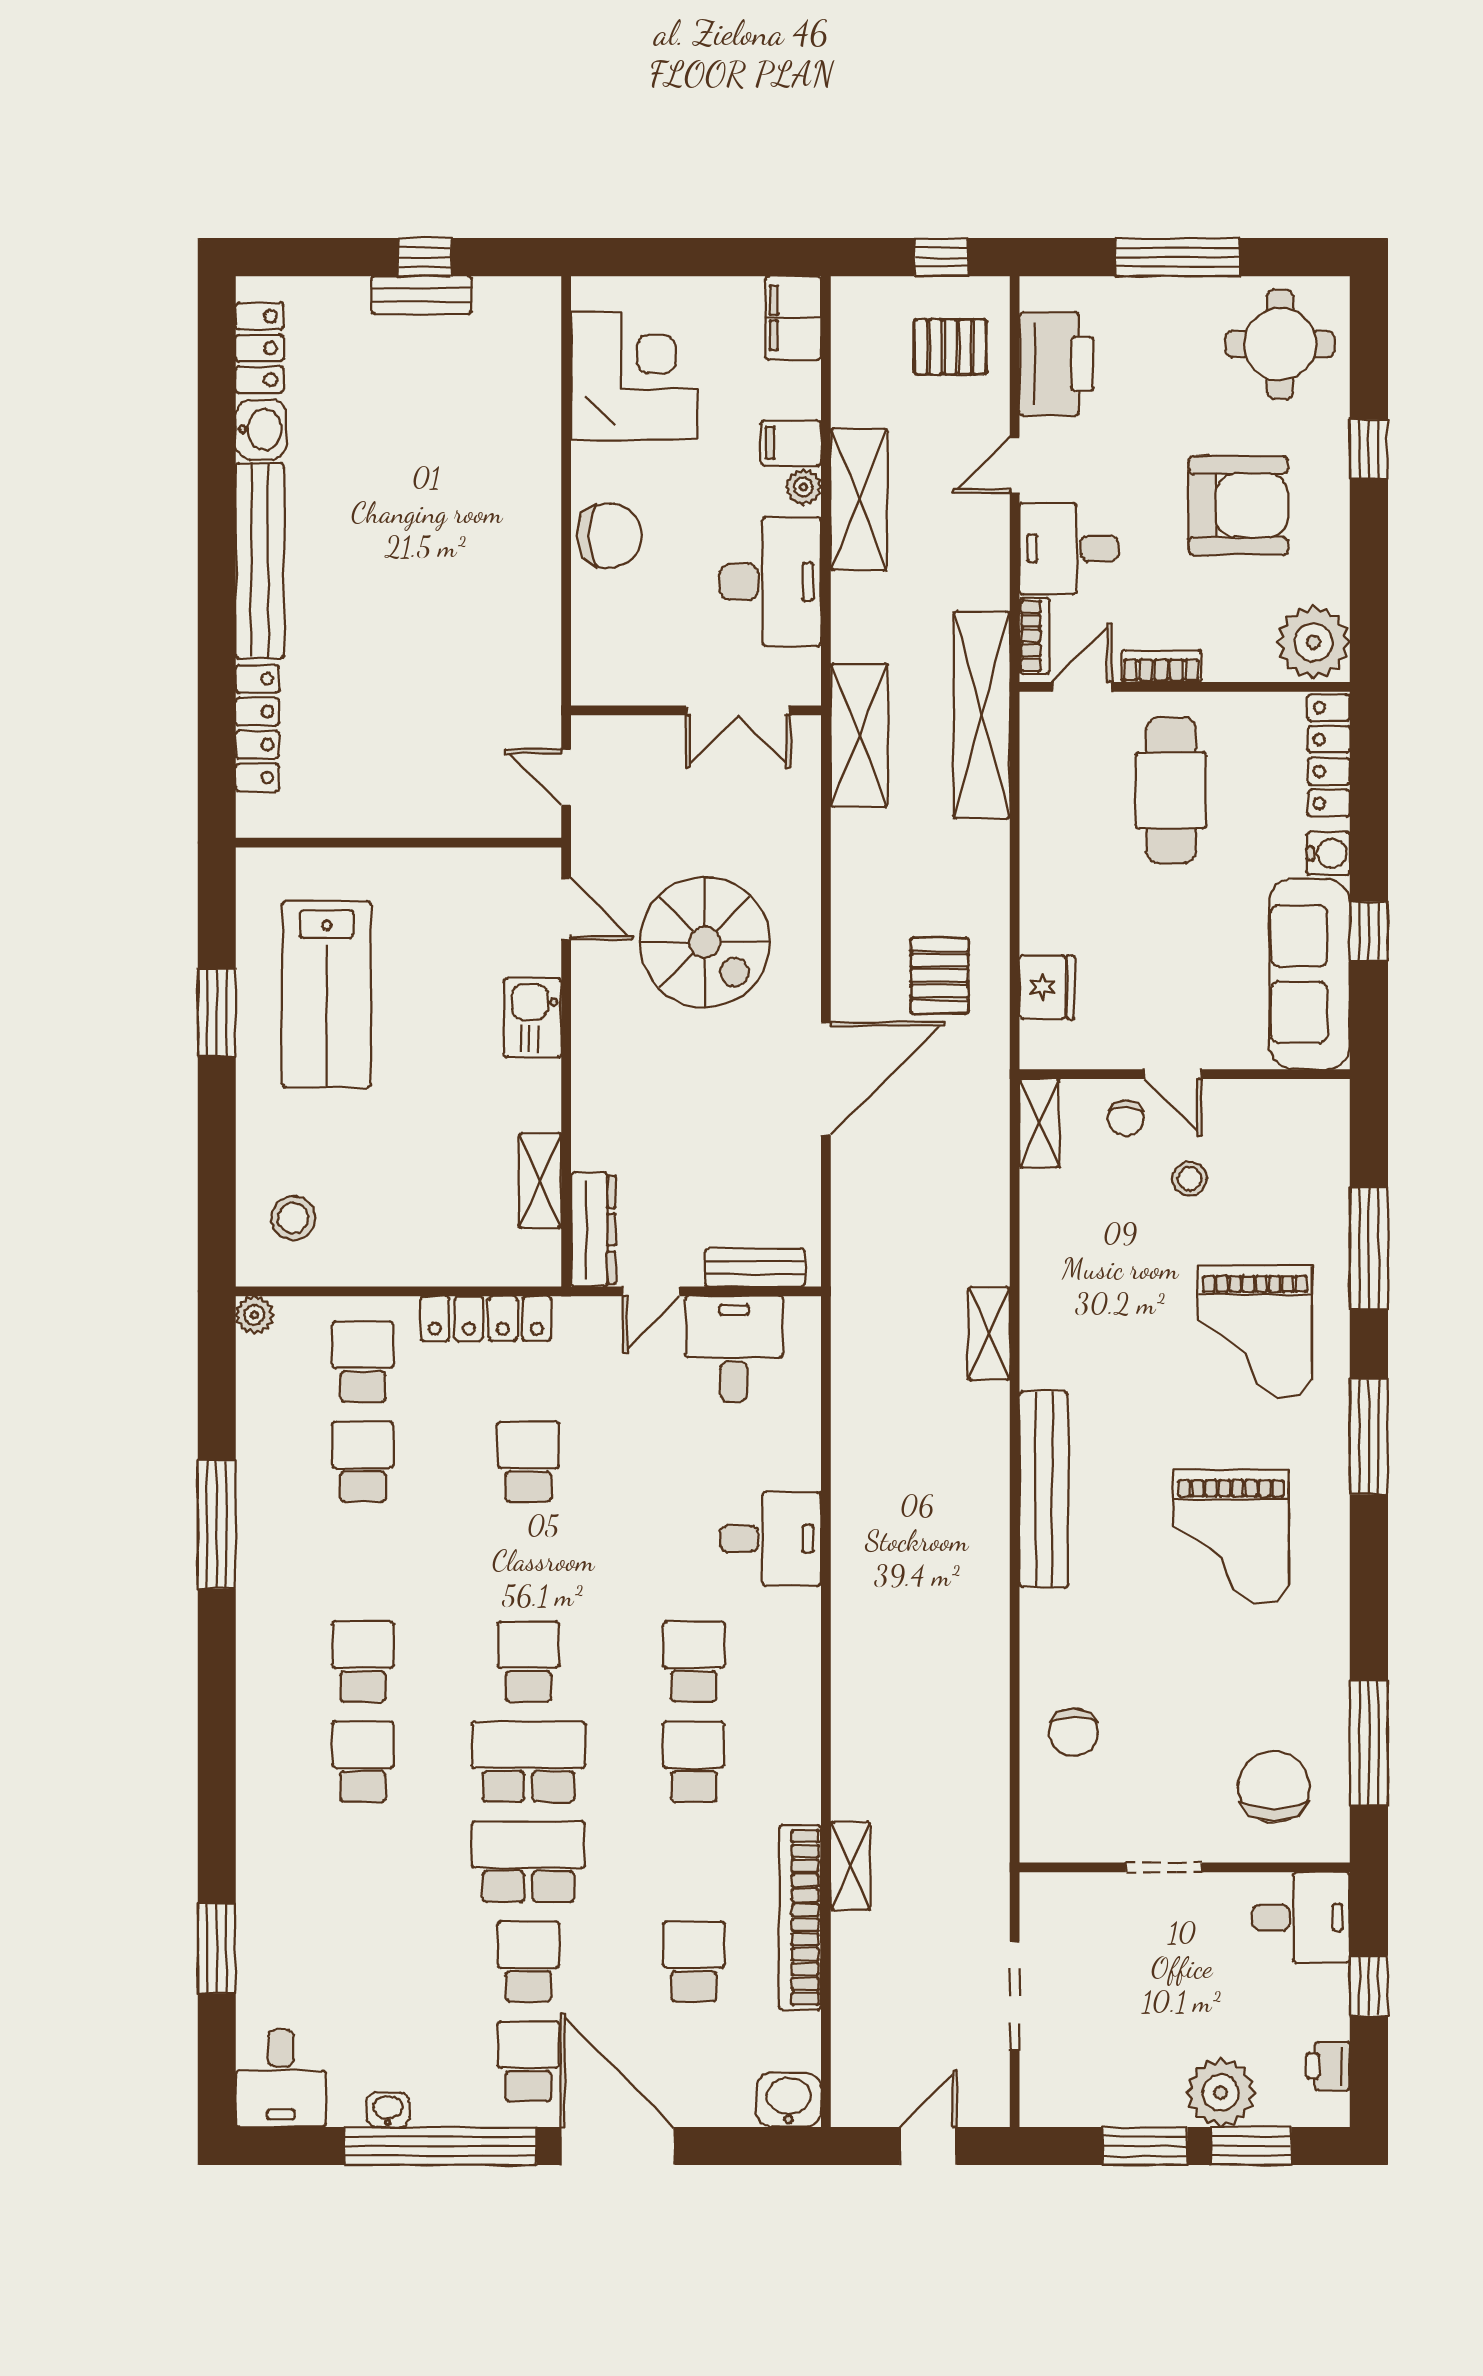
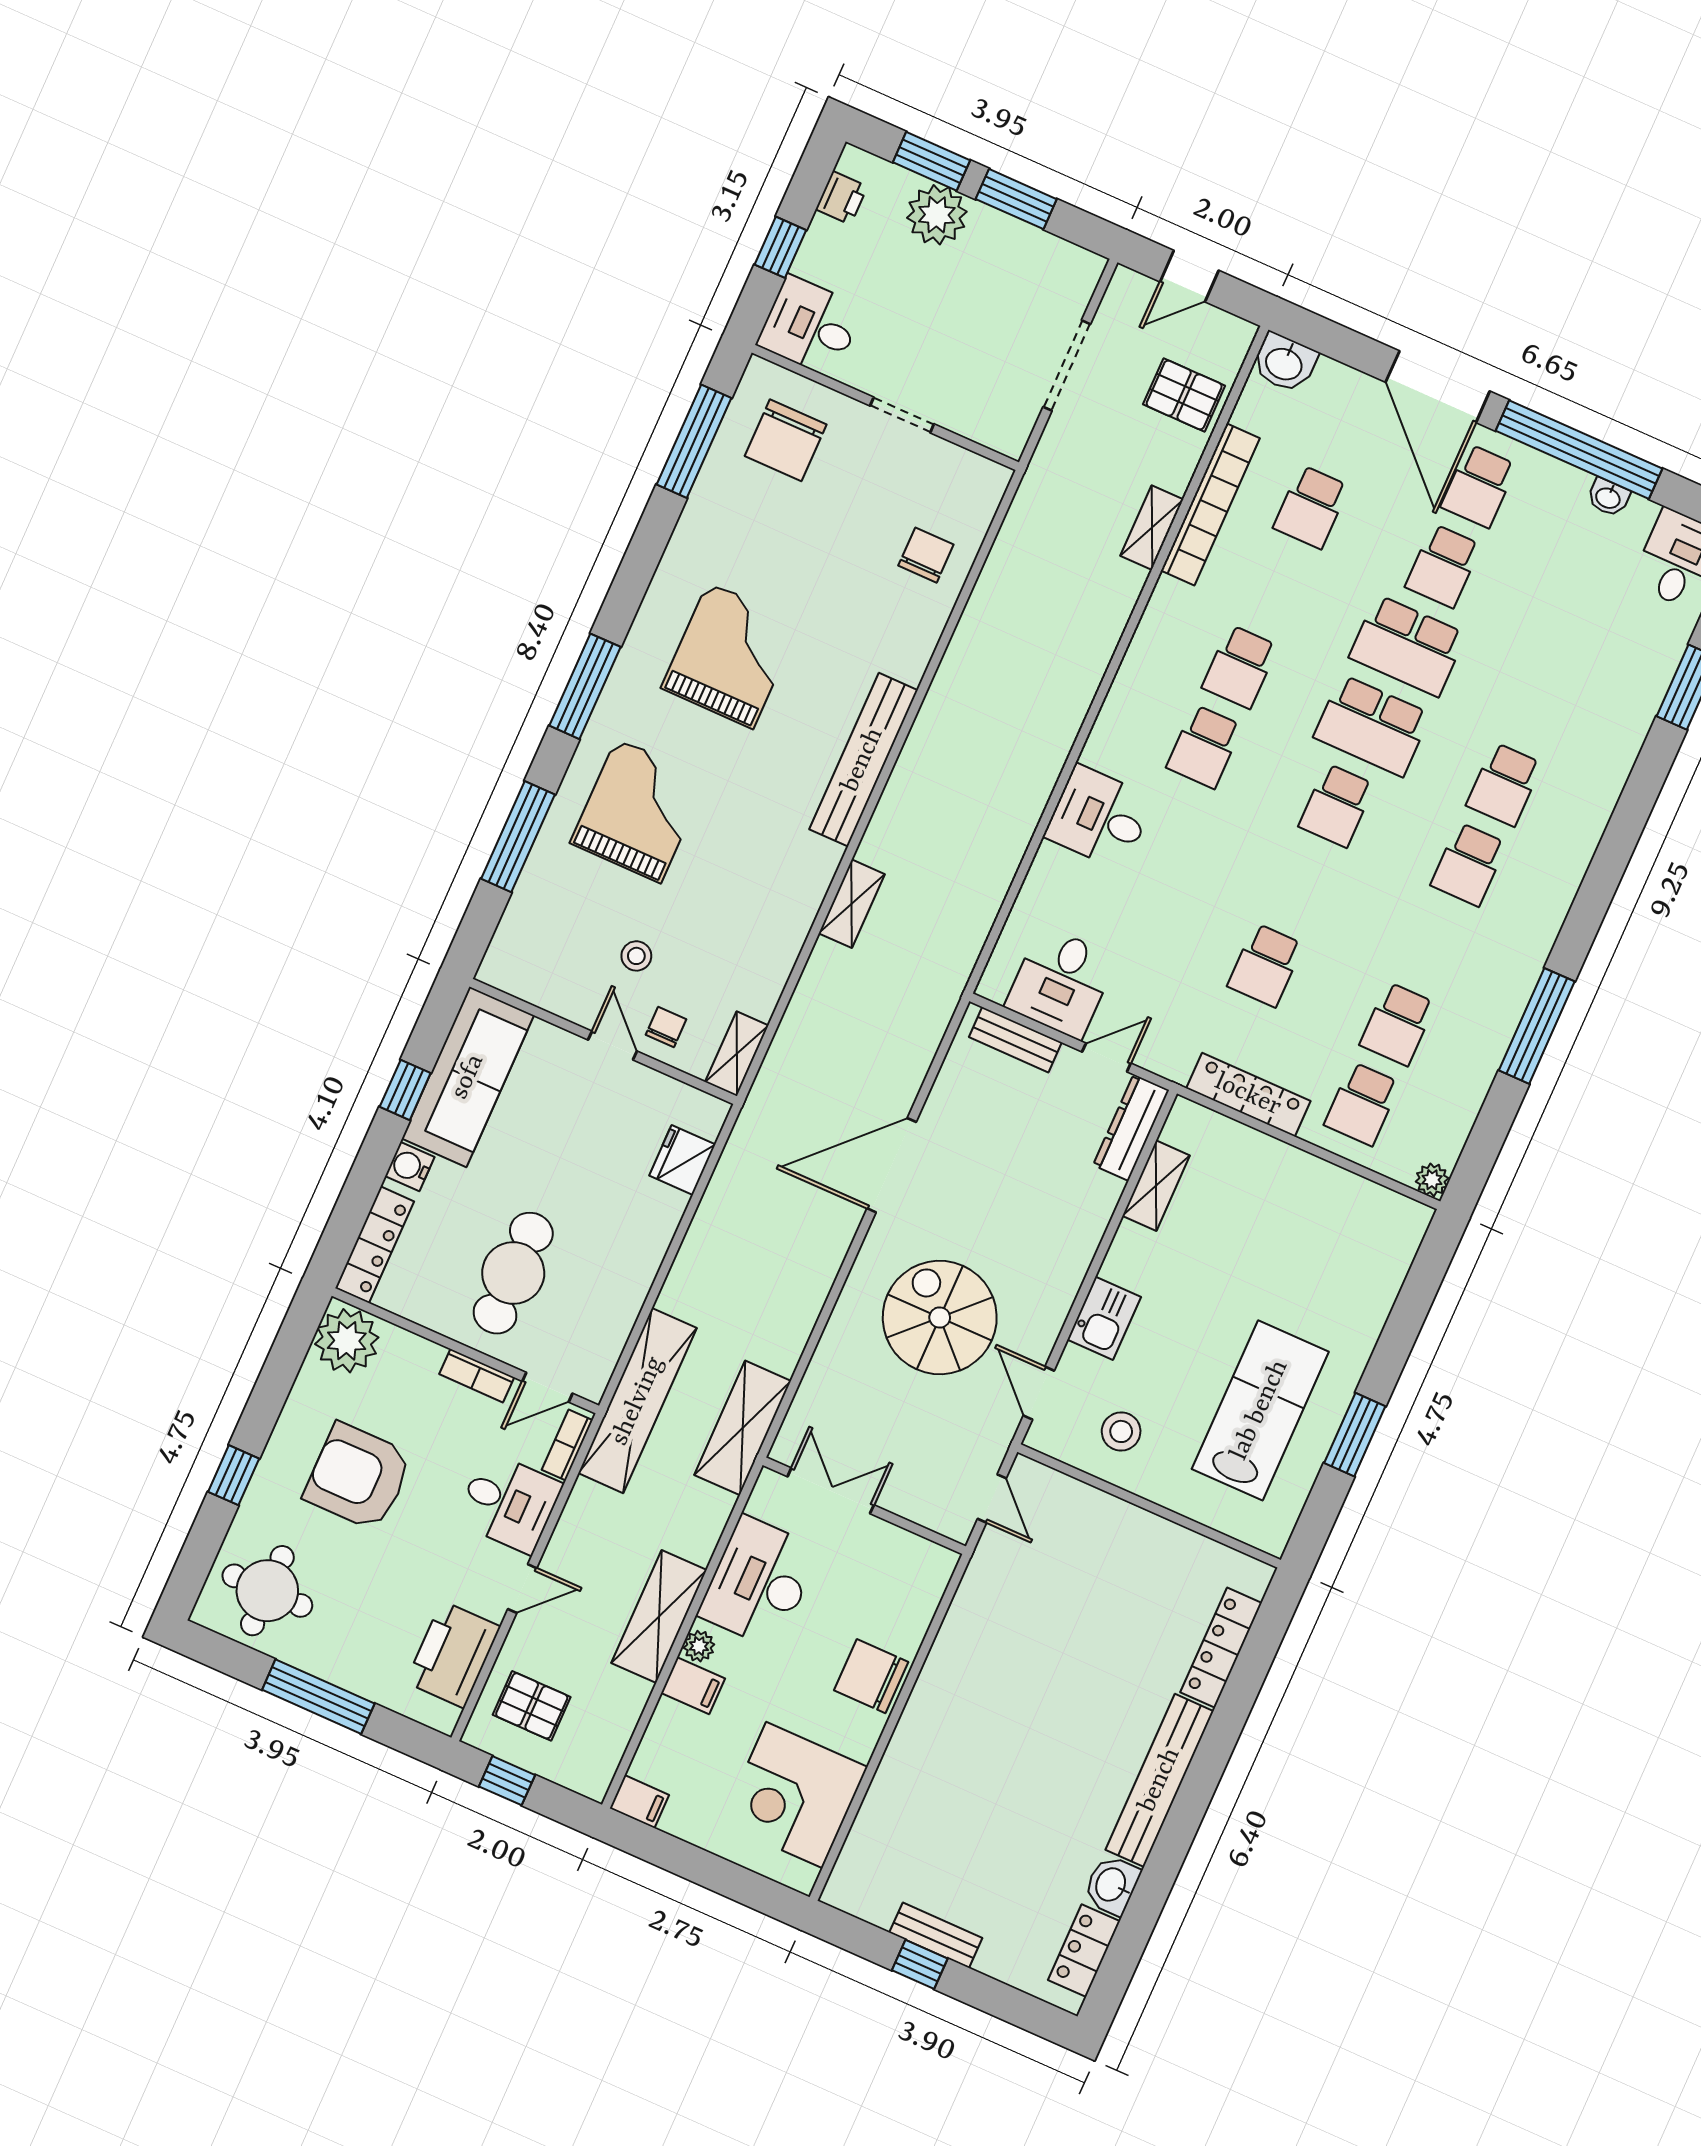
filing cabinet: (793, 318) -> (639, 1802), width x0.50
pallet: (940, 976) -> (1184, 395), moved, turned 90
stool: (293, 1218) -> (1121, 1431), moved

